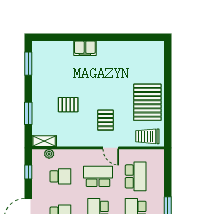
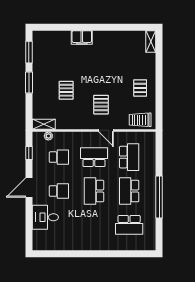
shelving: (159, 52) -> (151, 41), added
pallet: (147, 102) -> (140, 88), width x0.49, depth x0.50
pallet: (68, 105) -> (66, 90), turned 90
window: (28, 113) -> (29, 82), moved

